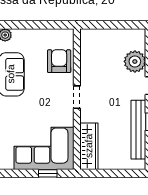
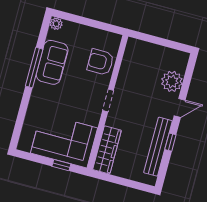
armchair: (59, 61) -> (100, 62), turned -90

